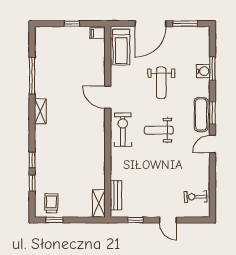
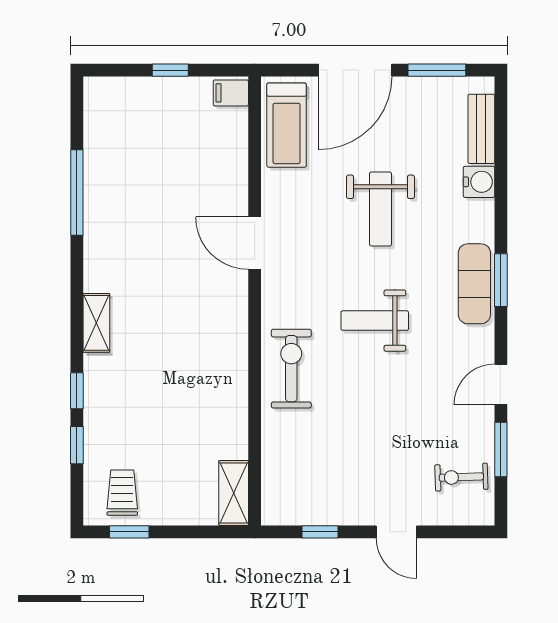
window: (212, 69) -> (501, 450), moved
shelving: (40, 111) -> (96, 323), moved
exercise bike: (123, 130) -> (291, 369), moved
door: (212, 144) -> (501, 384), moved
bench: (116, 195) -> (481, 129), moved

